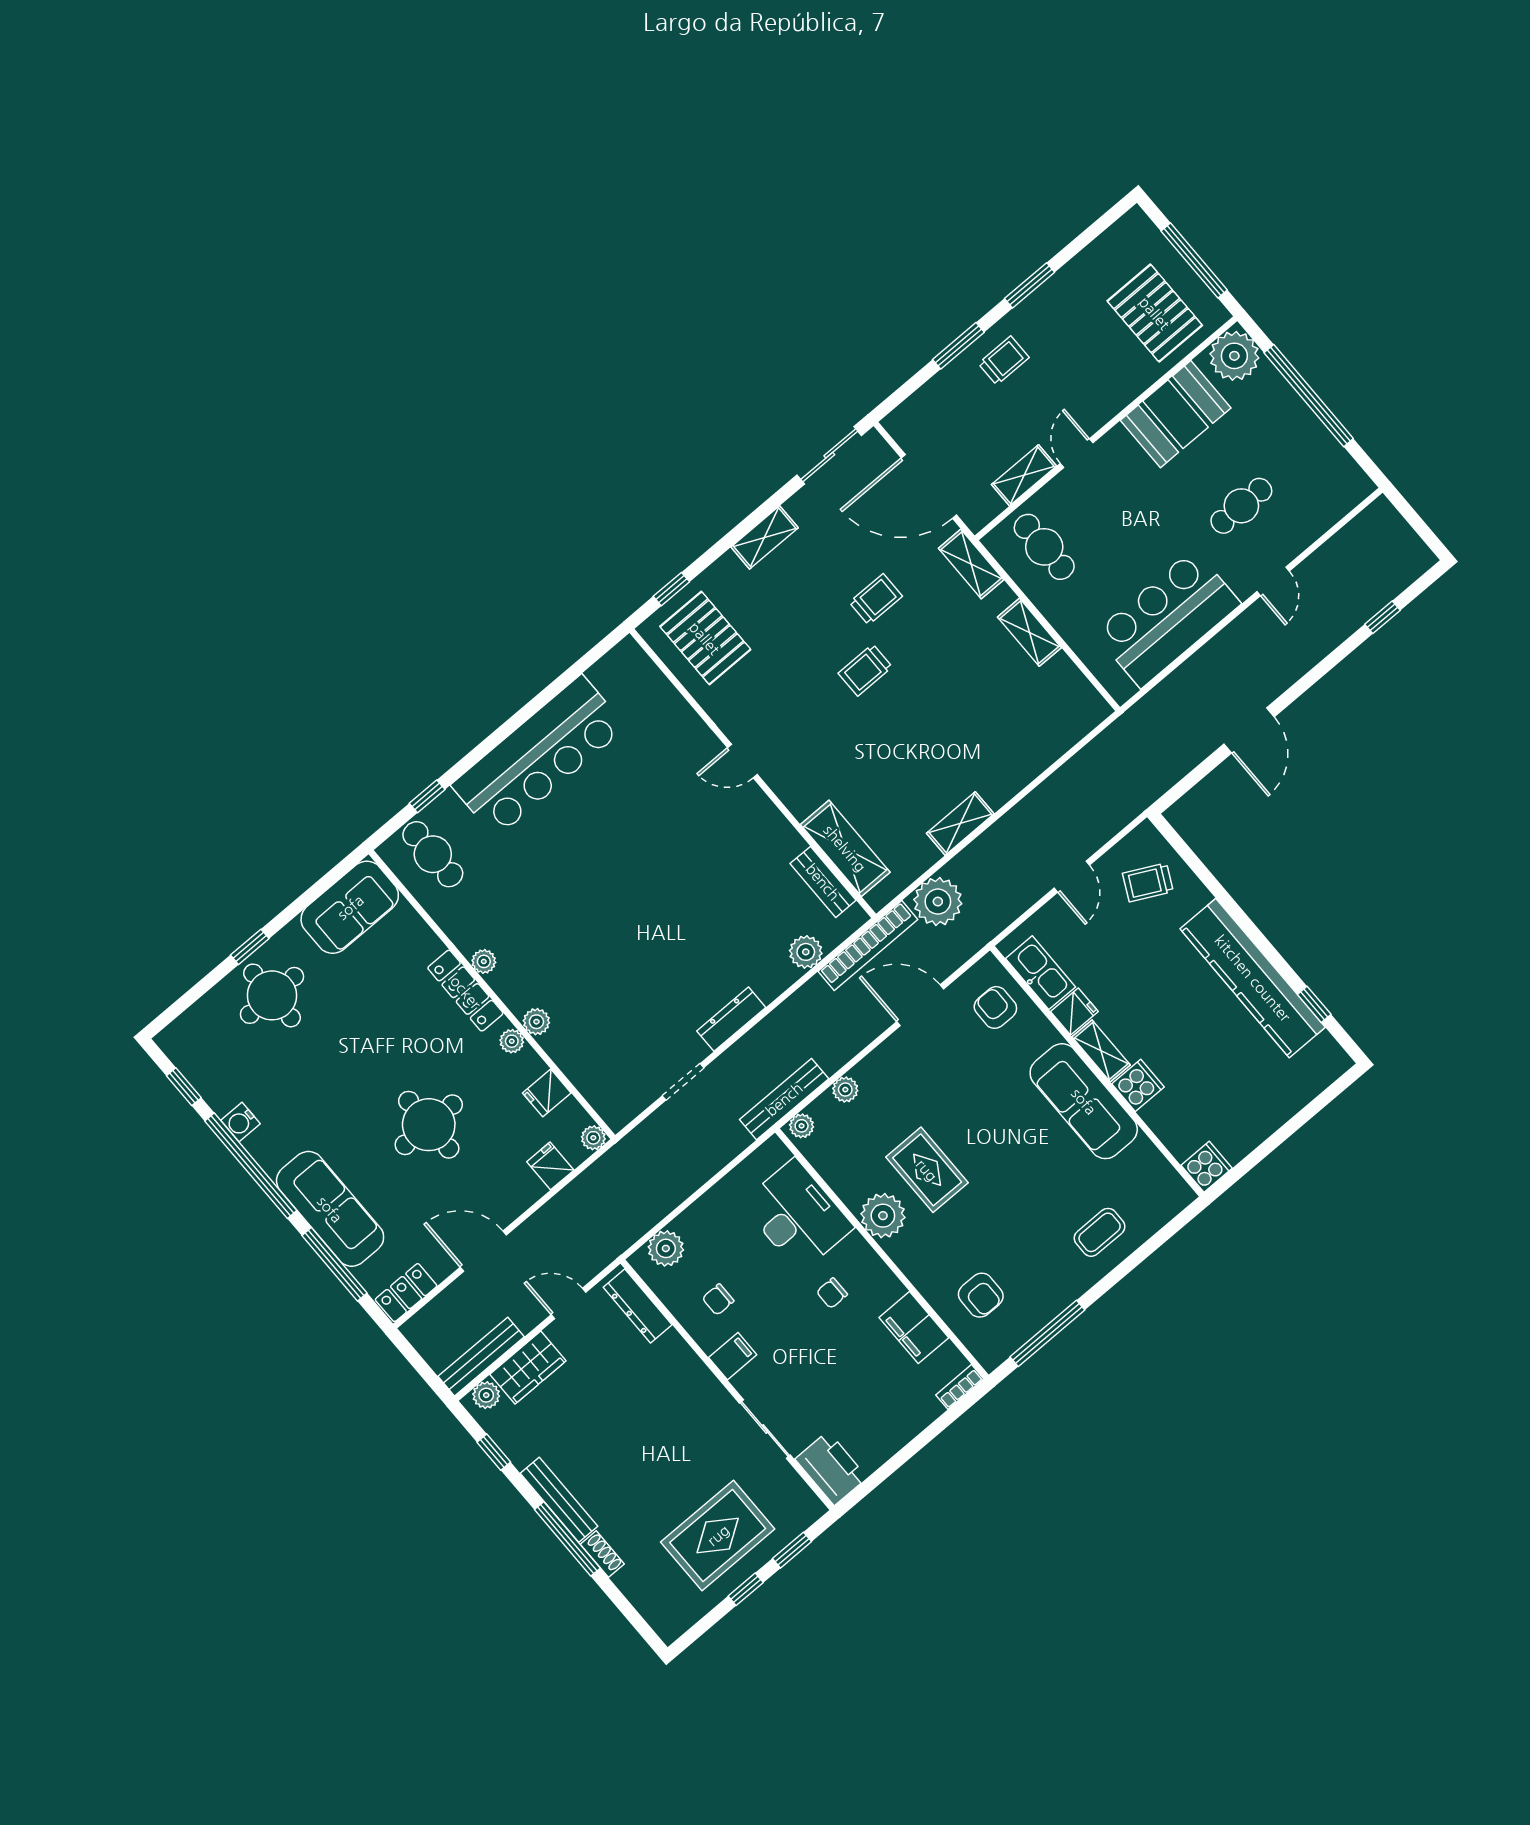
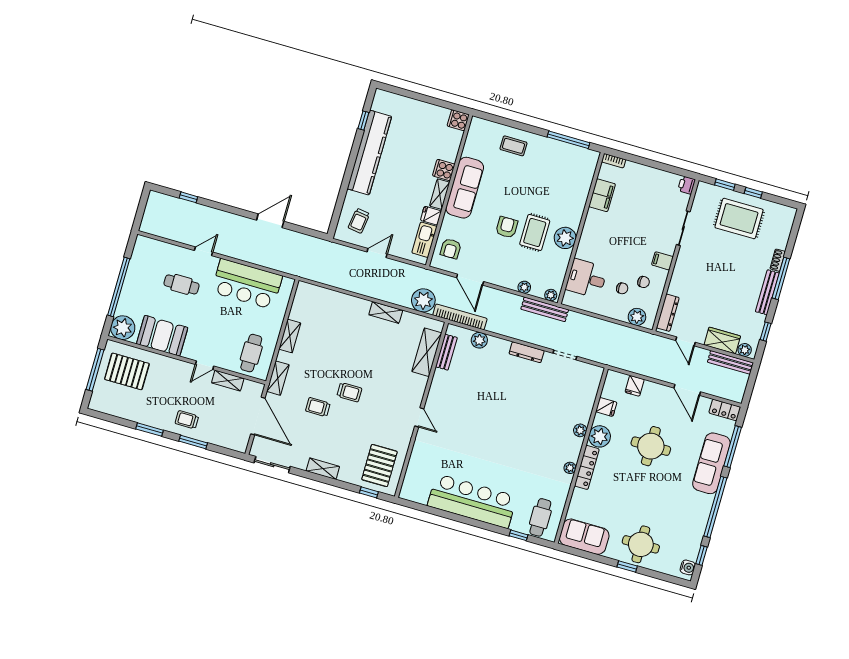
pallet: (1155, 313) -> (127, 371), turned 90
trolley: (1148, 882) -> (359, 221), turned 71
plant: (512, 1041) -> (600, 436), width x1.88, depth x1.88
water cooler: (241, 1122) -> (688, 567), moved
plant: (593, 1138) -> (612, 376), removed
desk: (797, 1215) -> (586, 279), width x0.73
chair: (832, 1293) -> (622, 288), moved
armchair: (981, 1295) -> (507, 227), moved
printer: (831, 1468) -> (686, 185), width x0.53, depth x0.68

